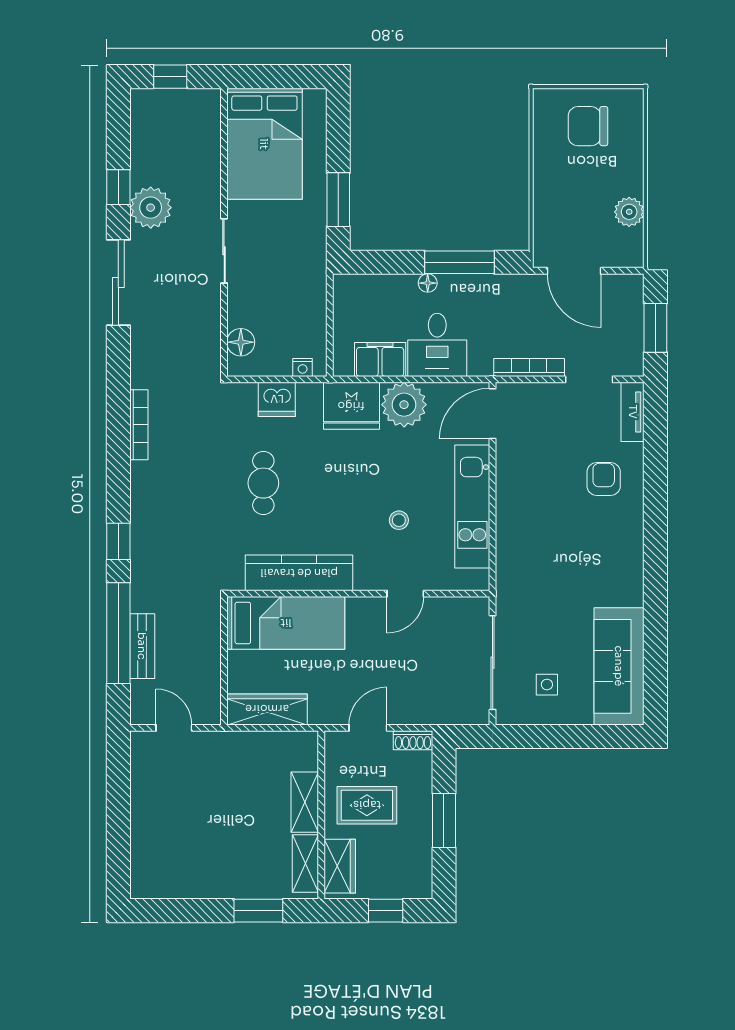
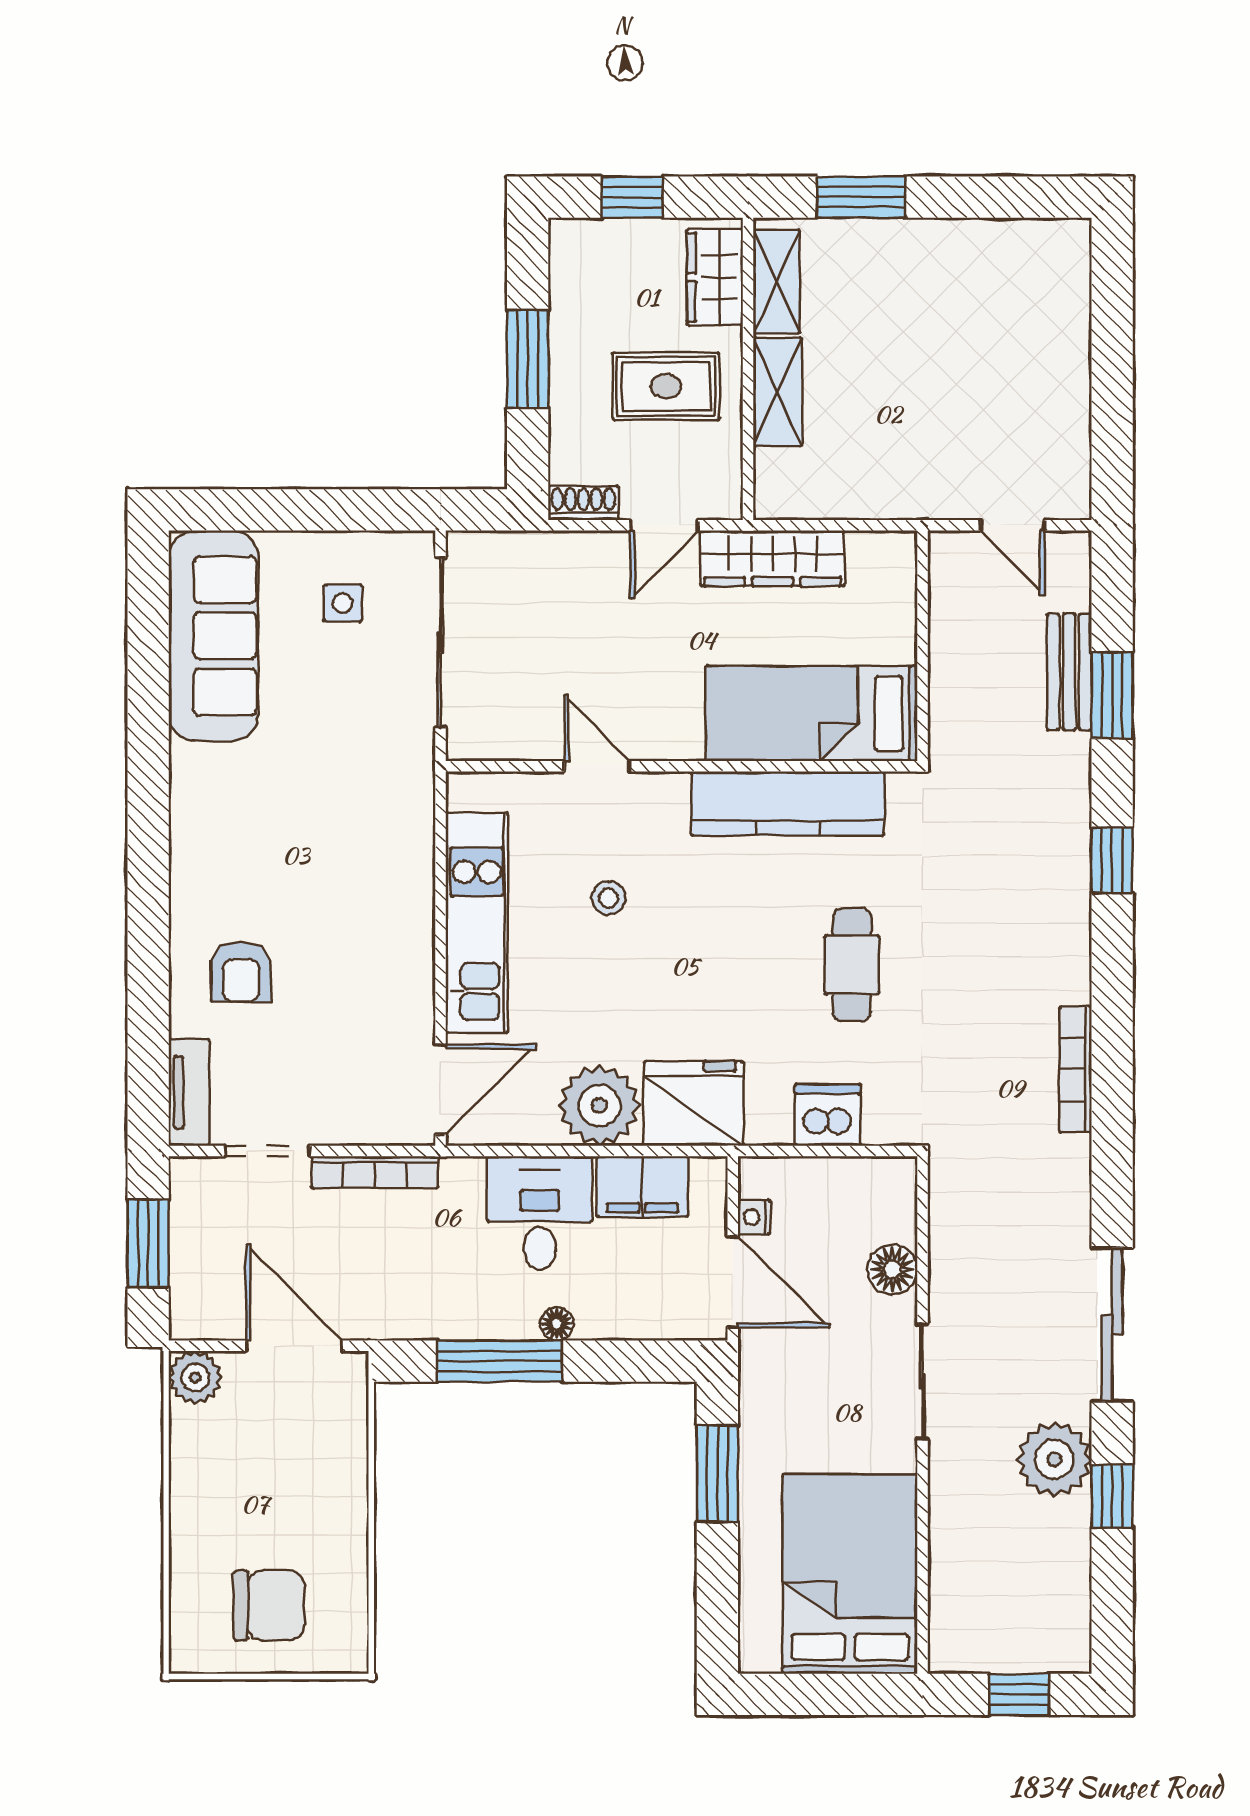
plant: (629, 212) -> (195, 1377), moved
door: (330, 307) -> (733, 1282), added
floor lamp: (241, 342) -> (892, 1270), moved
nightstand: (303, 367) -> (754, 1217), moved, turned -90
door: (405, 594) -> (597, 766), hinge flipped
window: (118, 633) -> (1112, 695), width x0.47
wardrobe: (267, 709) -> (773, 558), moved

